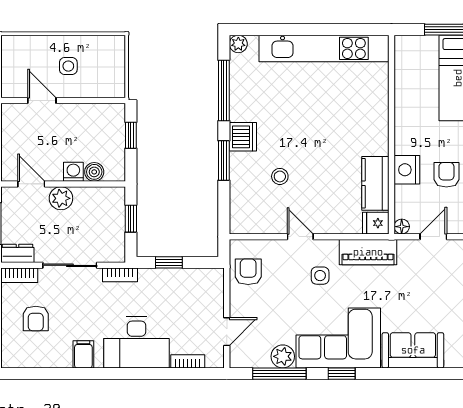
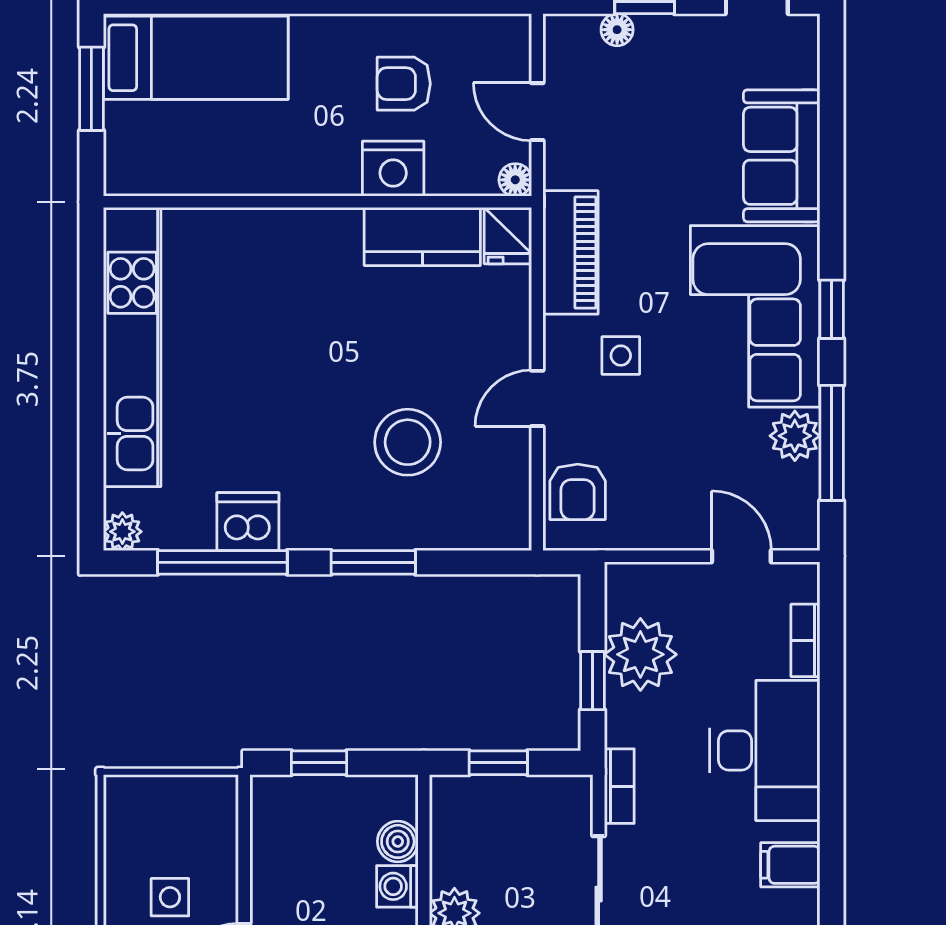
dishwasher: (243, 137) -> (248, 522), moved
stool: (280, 176) -> (408, 442), width x1.89, depth x1.89
armchair: (248, 272) -> (578, 492), moved, turned -90
plant: (181, 285) -> (640, 654), added

